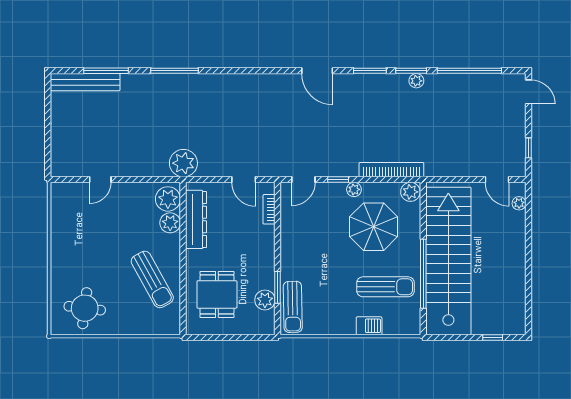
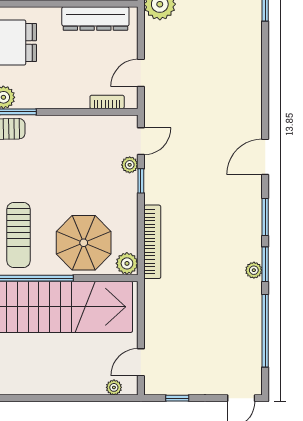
door: (303, 180) -> (141, 141), swing flipped
plant: (354, 189) -> (130, 165), moved
parasol: (374, 227) -> (84, 243), moved

